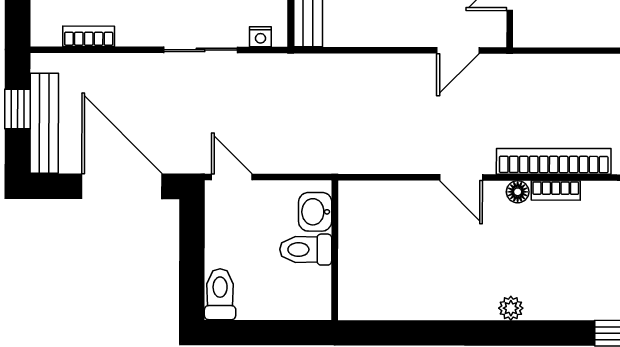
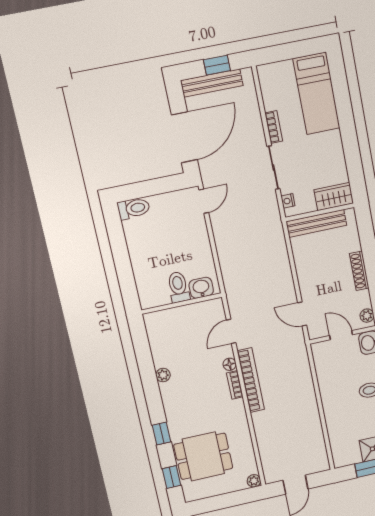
bookcase: (89, 36) -> (274, 127), moved
washbasin: (315, 212) -> (201, 288), moved
toilet: (306, 249) -> (178, 287), moved
wall: (335, 250) -> (182, 304), moved

